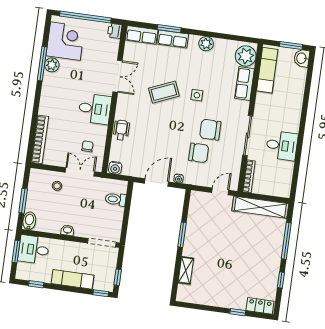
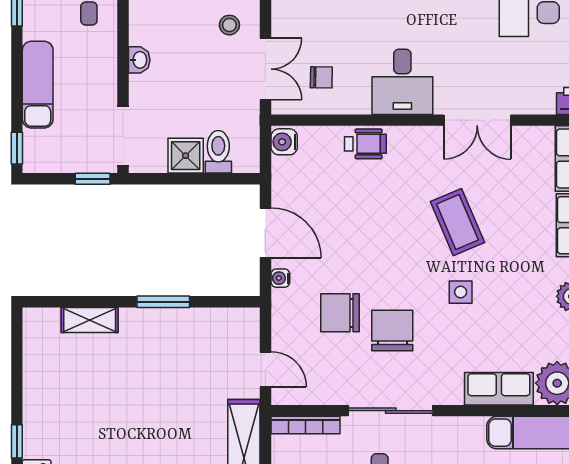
chair: (199, 153) -> (340, 313), turned 90
shower: (115, 215) -> (186, 156), added
window: (118, 277) -> (93, 179), moved

